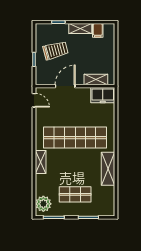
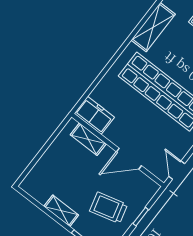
filing cabinet: (98, 30) -> (43, 193), removed

